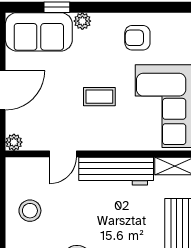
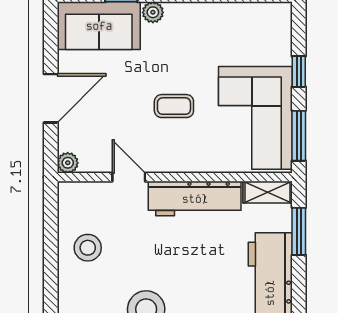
armchair: (137, 38) -> (221, 33), removed
door: (63, 154) -> (129, 177), swing flipped

